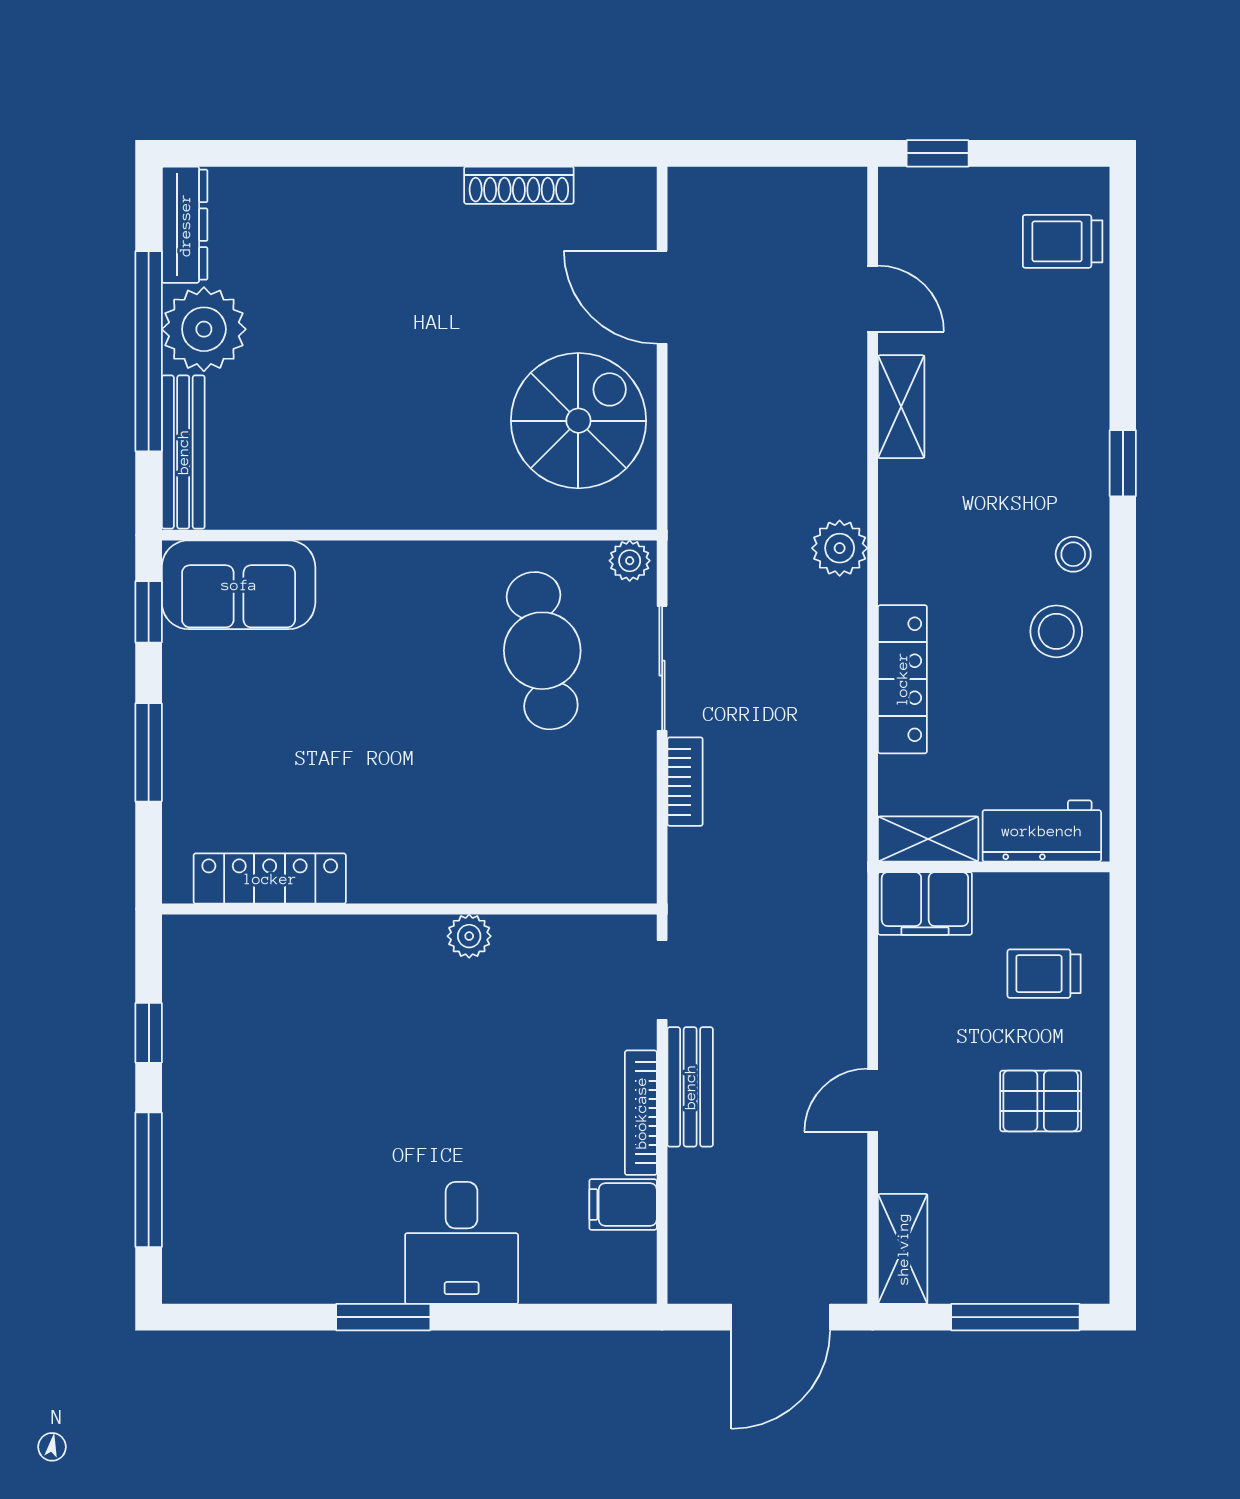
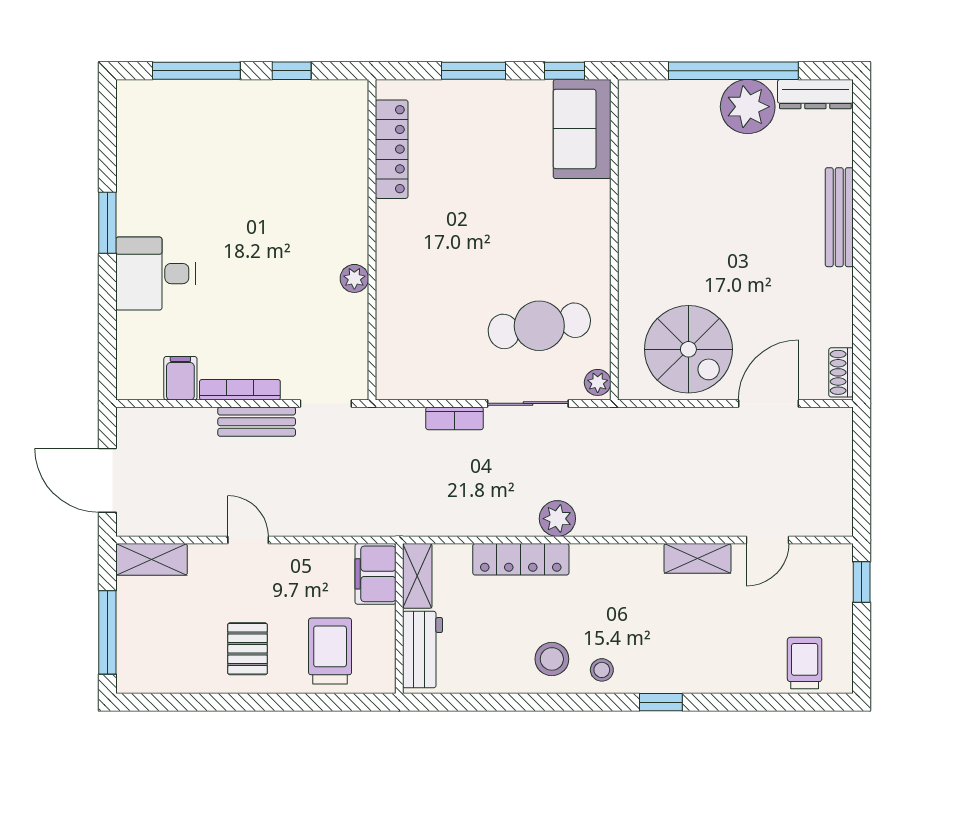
shoe rack: (519, 185) -> (841, 372), moved, width x0.70
bench: (183, 452) -> (839, 217), moved, turned 90
plant: (840, 548) -> (557, 519), moved
trolley: (1044, 974) -> (330, 651), width x1.36, depth x1.39

